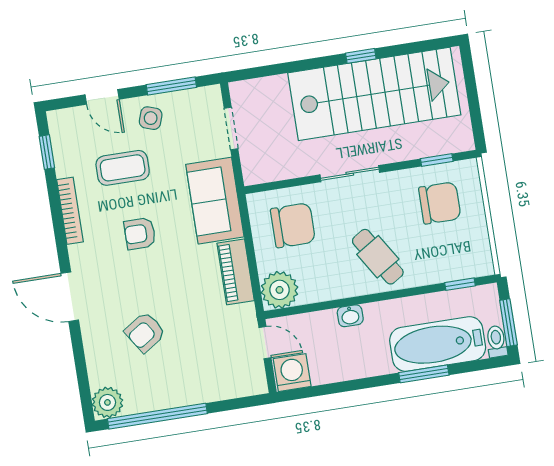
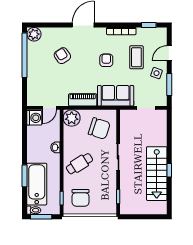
stairs: (374, 94) -> (157, 174), width x0.73, depth x0.66
chair: (440, 203) -> (80, 198), moved
chair: (293, 225) -> (99, 128), turned -72

